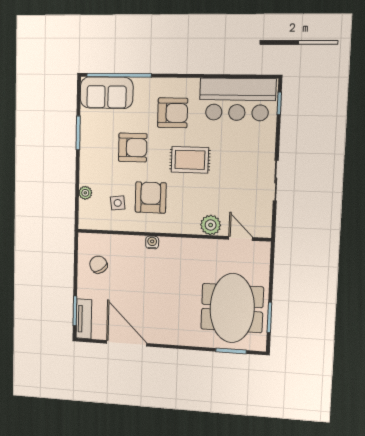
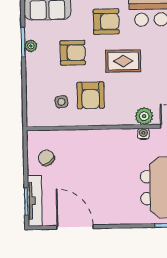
plant: (85, 193) -> (31, 46), moved
armchair: (151, 197) -> (91, 95), turned 180
water cooler: (152, 242) -> (143, 134), moved
tv unit: (84, 319) -> (35, 201), width x1.41

